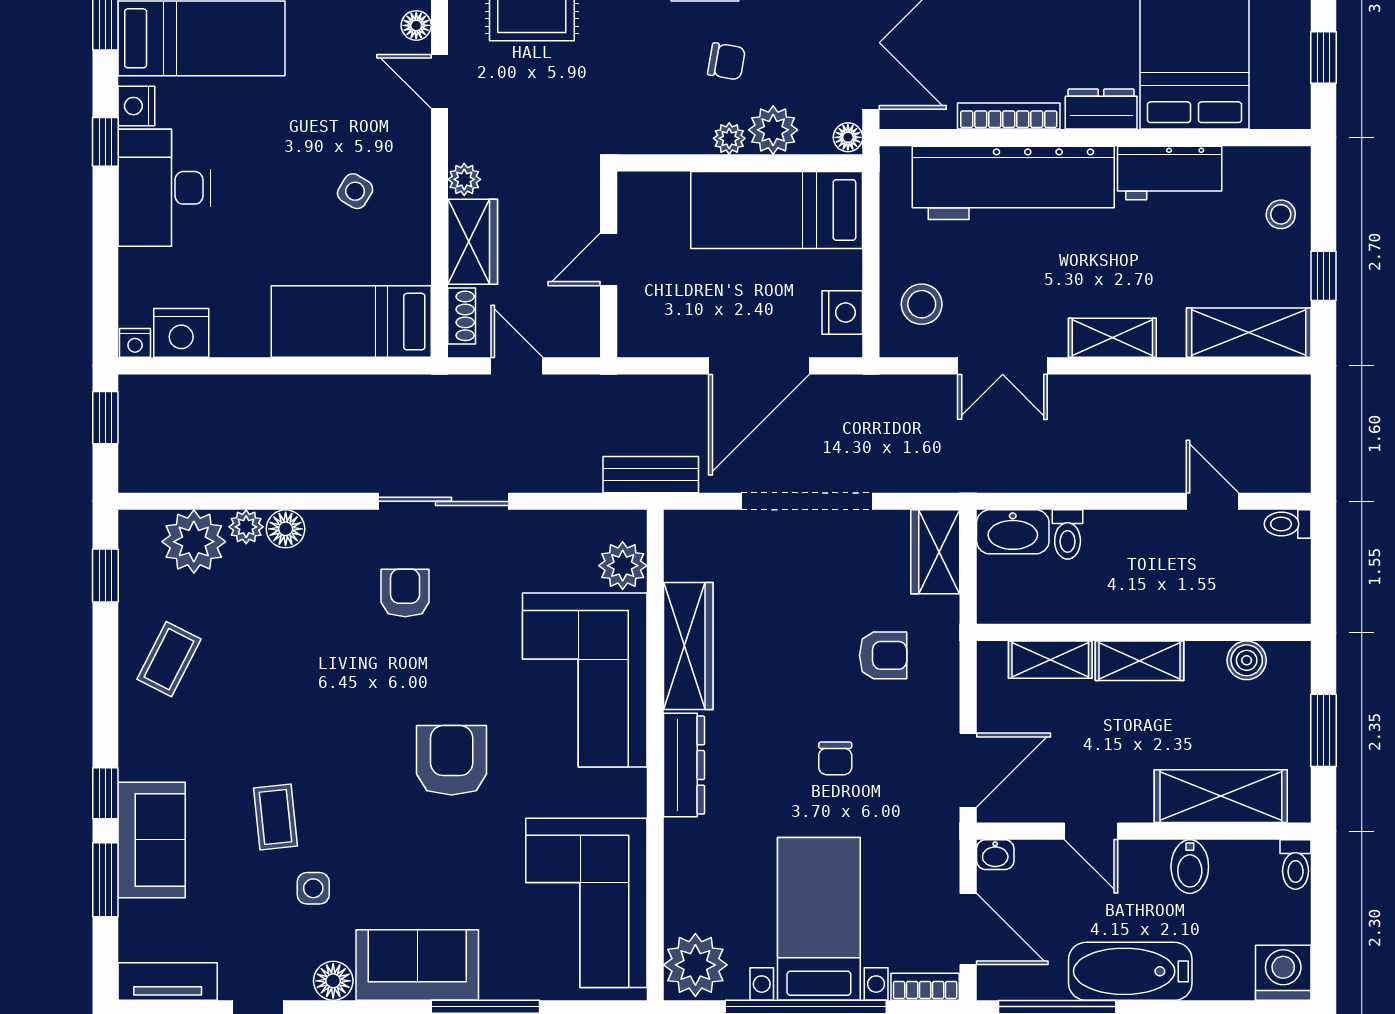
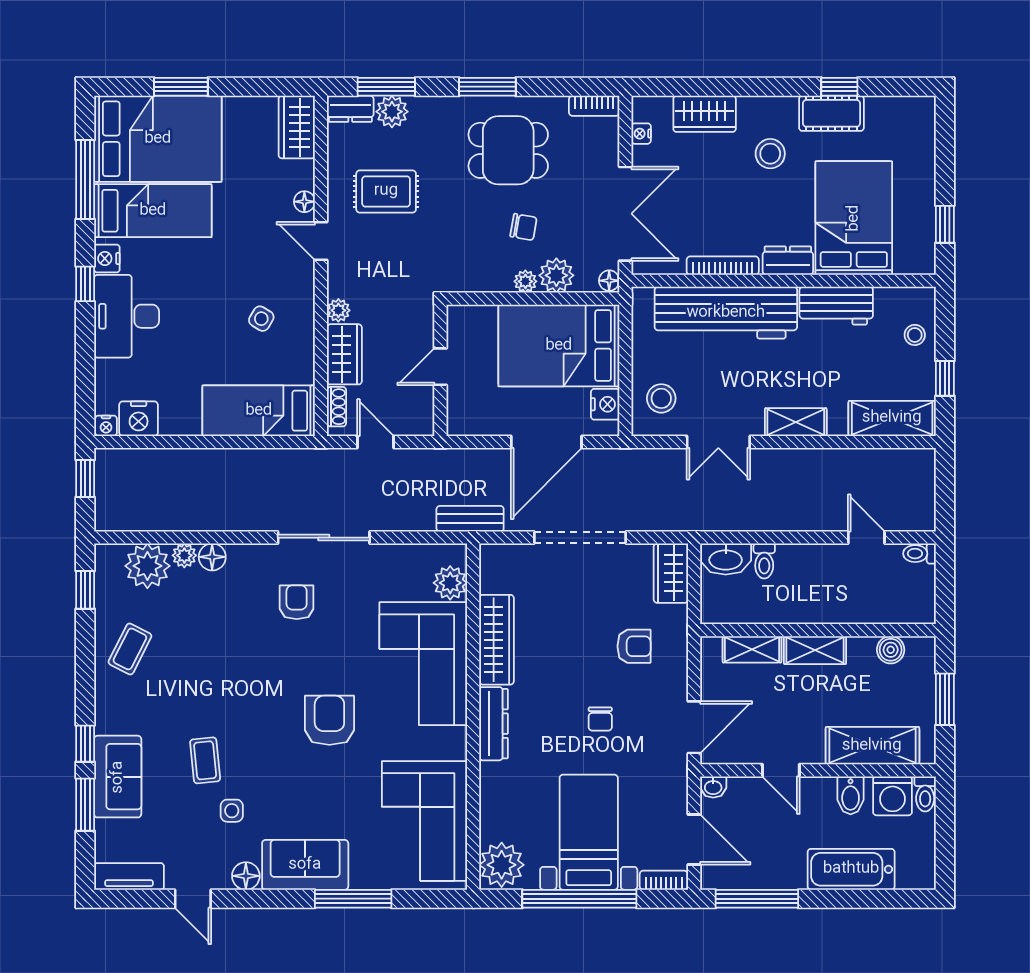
bed: (777, 210) -> (559, 346), width x1.50
bathtub: (1130, 971) -> (851, 869), moved
washing machine: (1283, 973) -> (892, 796), moved, turned 180

